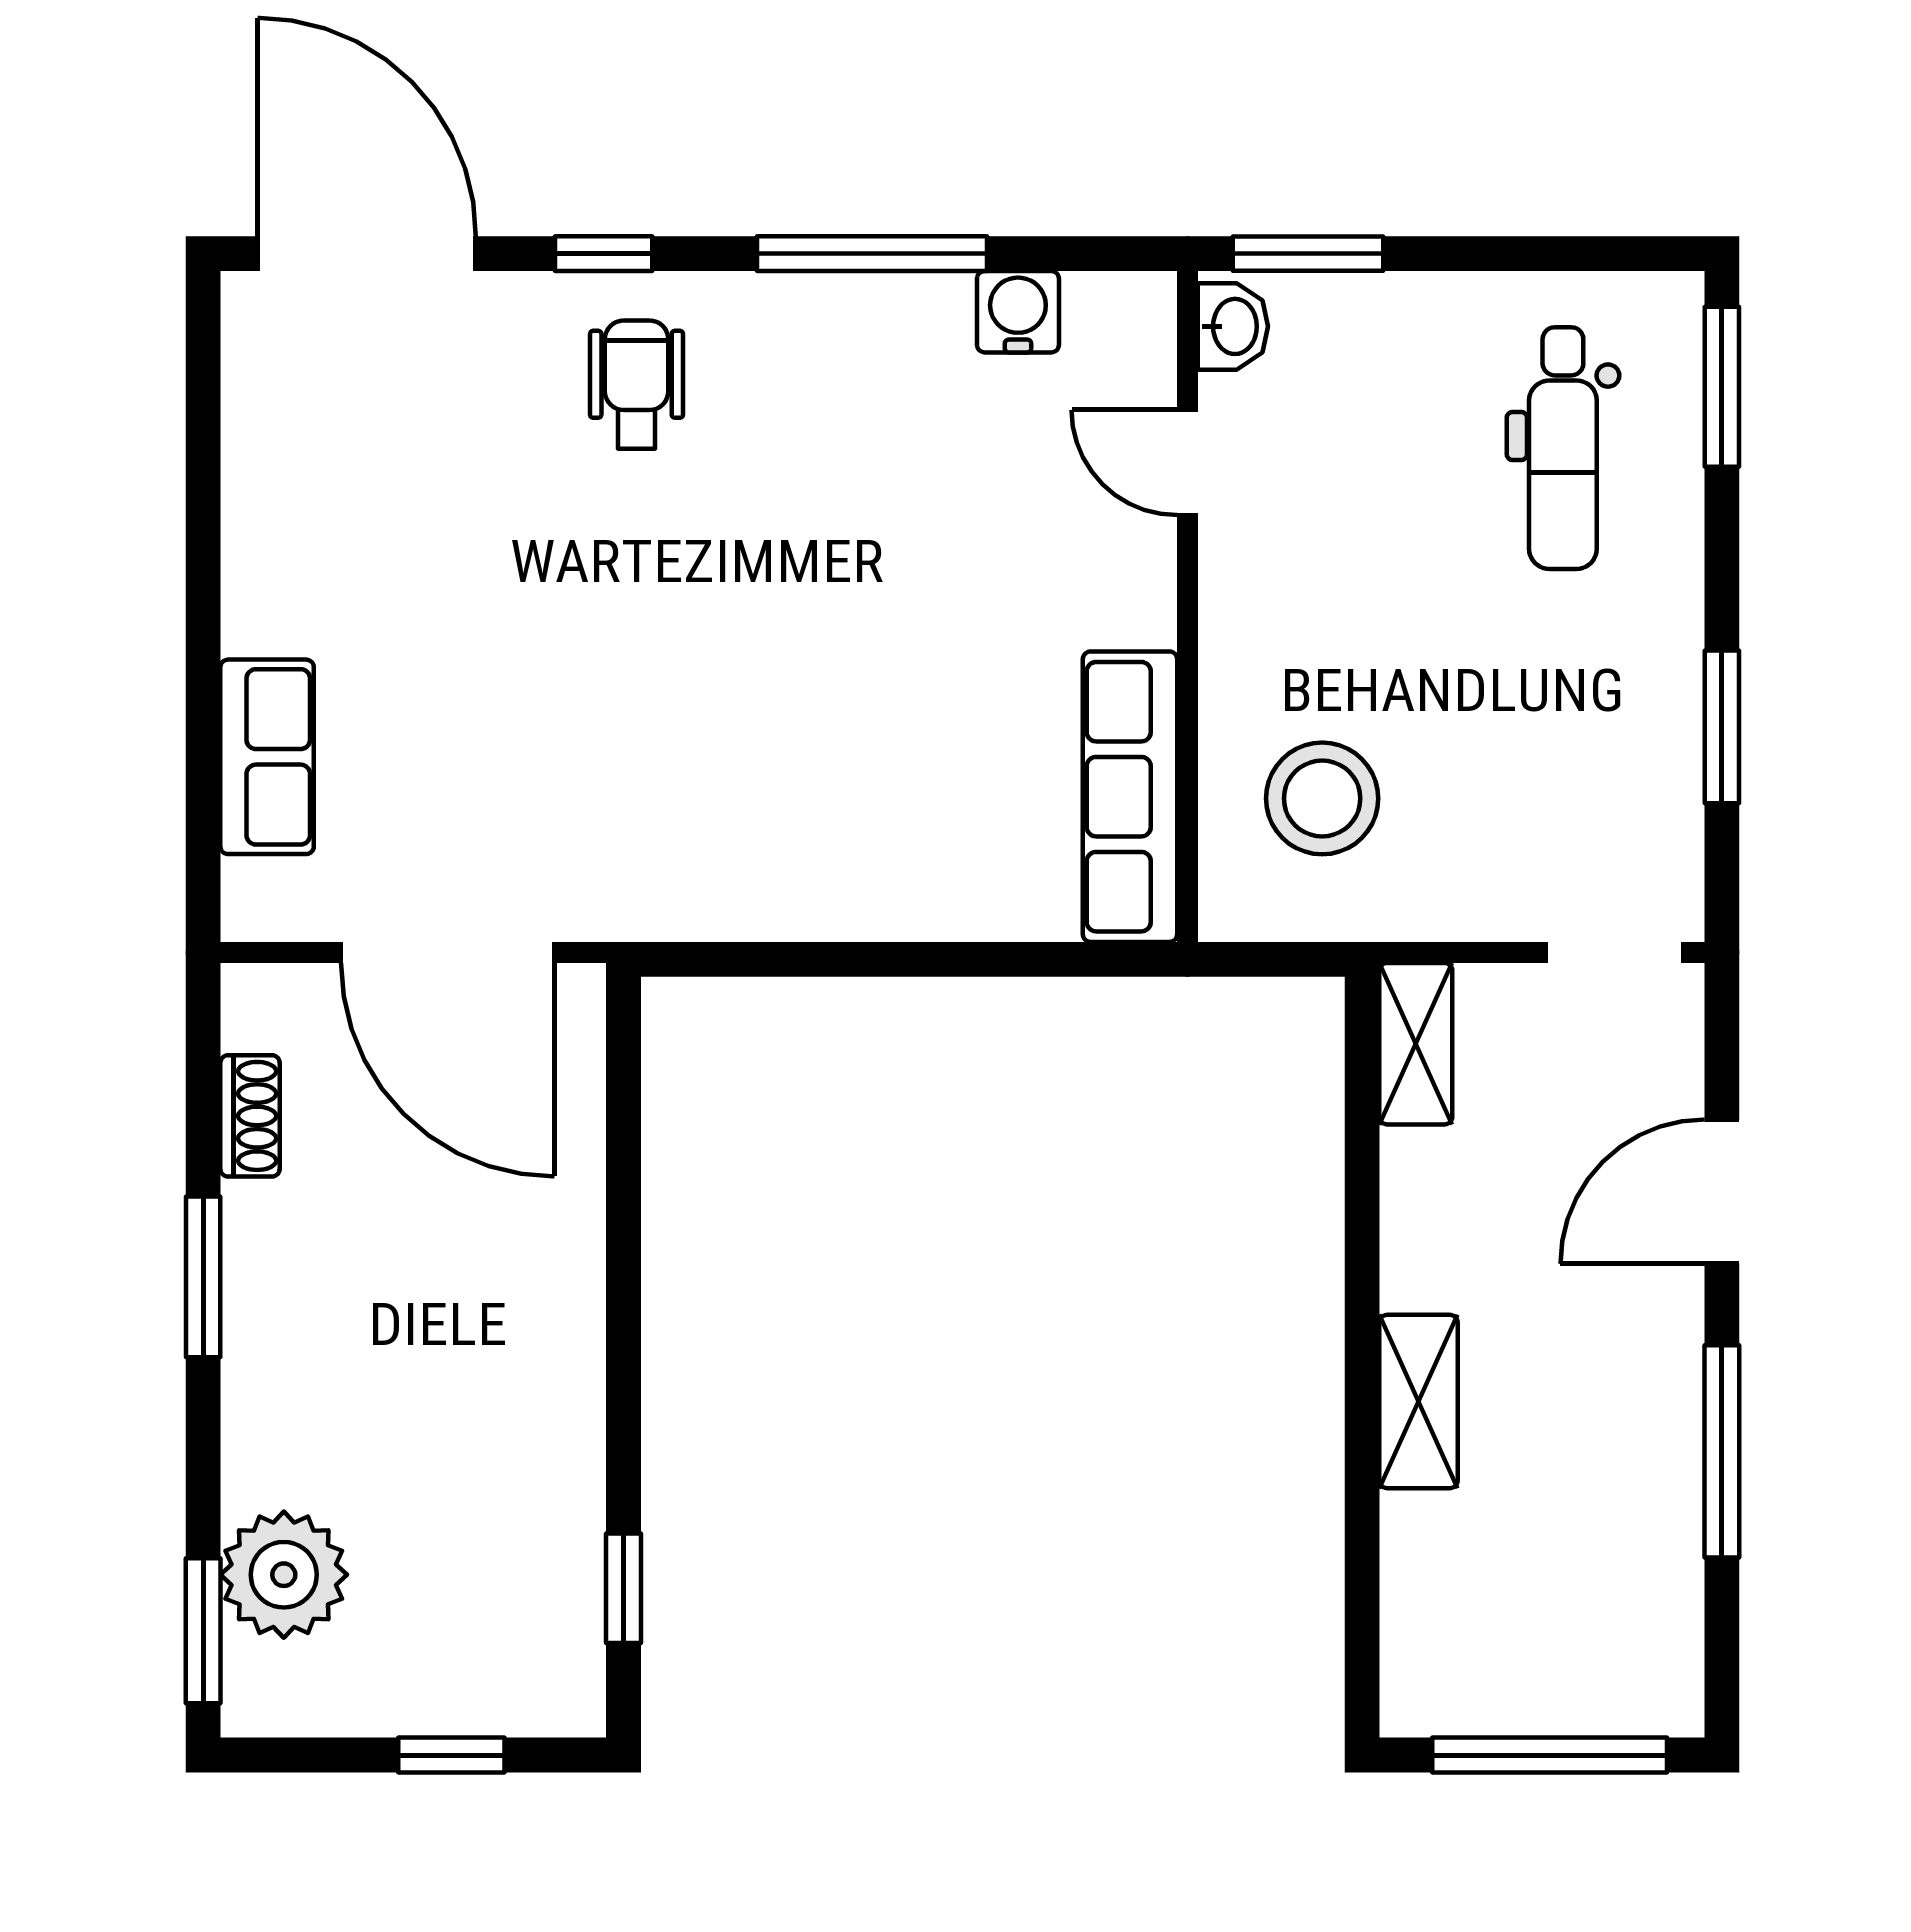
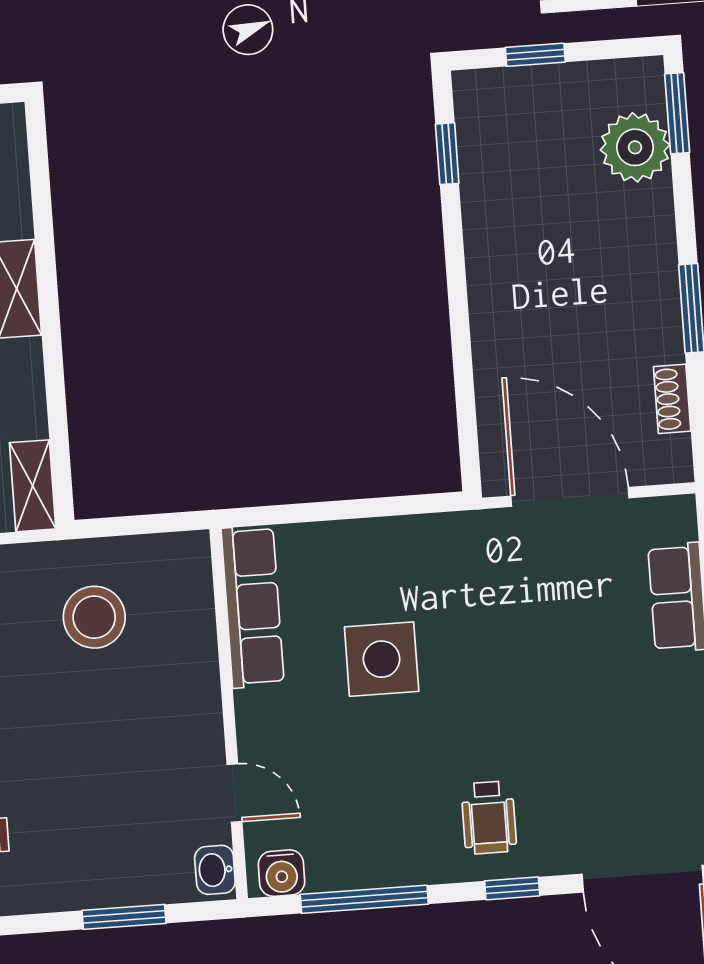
washbasin: (1233, 326) -> (215, 870), moved
door: (1187, 462) -> (234, 793), moved
wall: (1187, 606) -> (229, 714), moved
side table: (809, 685) -> (382, 659), added
row of seats: (1130, 797) -> (253, 607), moved

